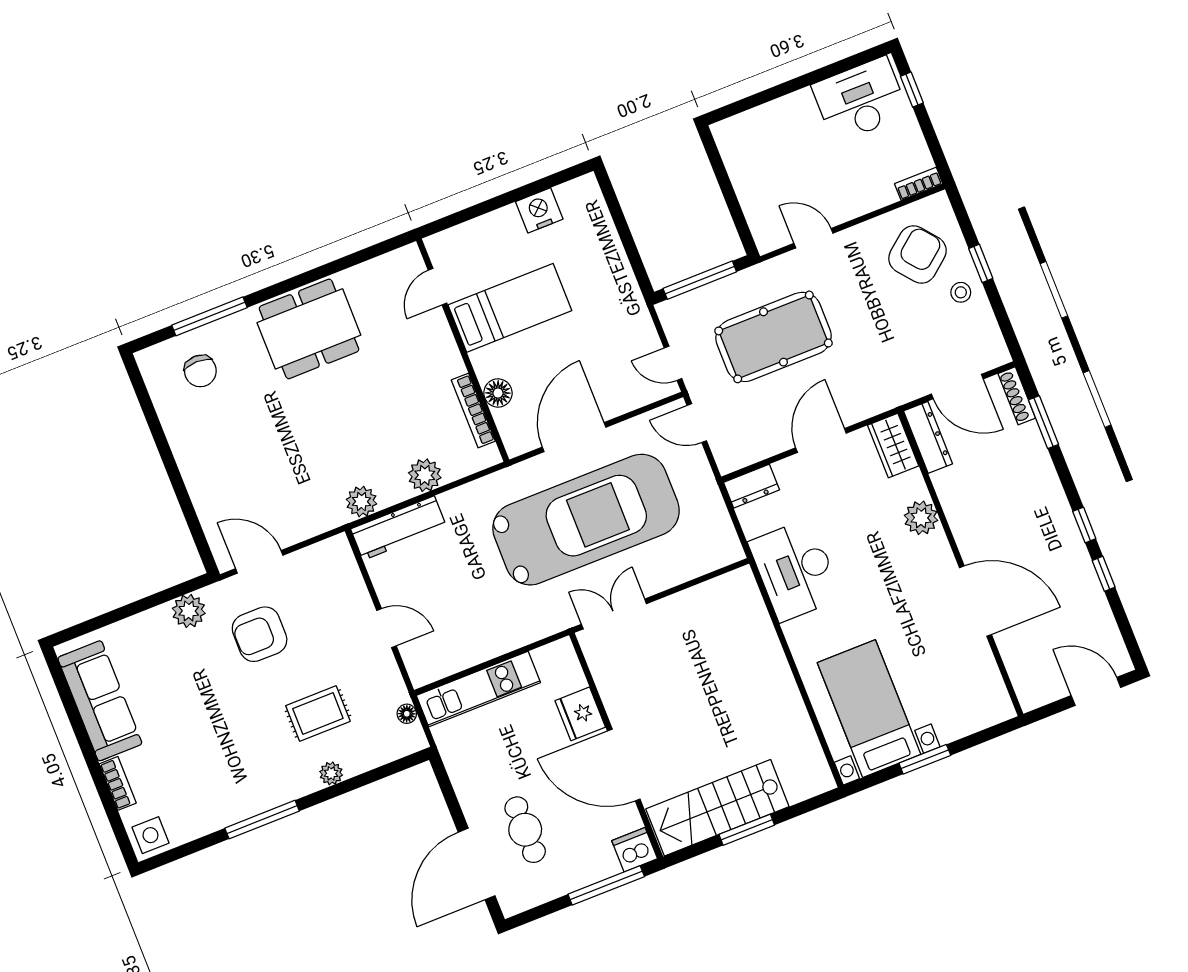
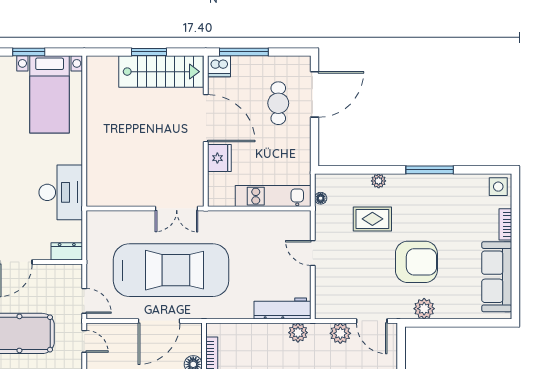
plant: (425, 475) -> (340, 333), moved
car: (586, 520) -> (171, 270), turned 180
armchair: (260, 634) -> (416, 262), moved, width x1.36, depth x1.36

